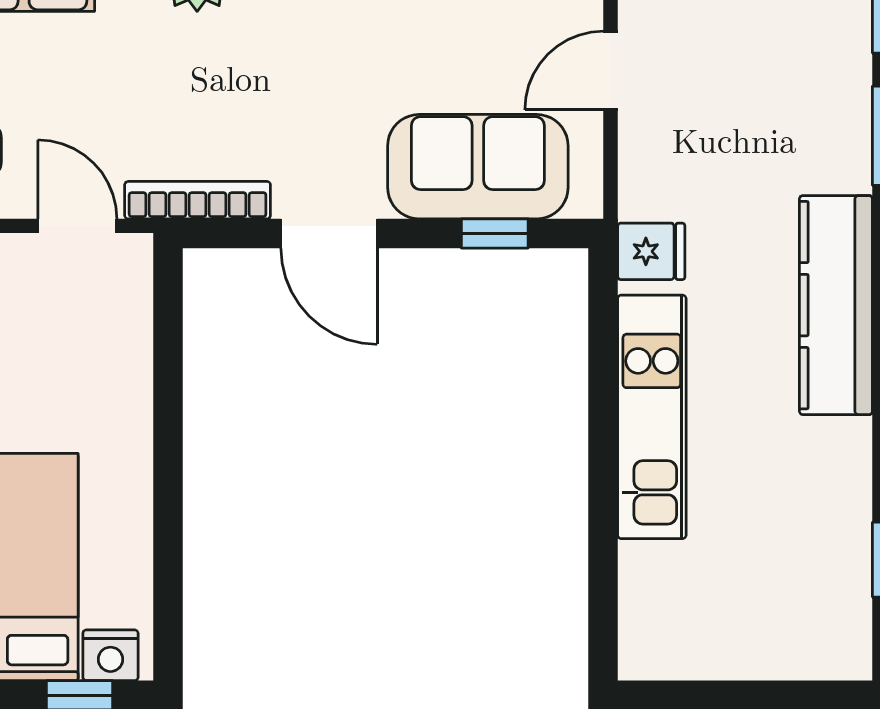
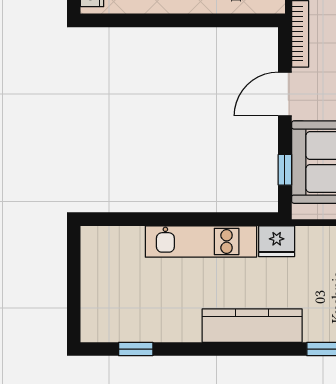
fridge: (651, 251) -> (277, 241), width x1.38

